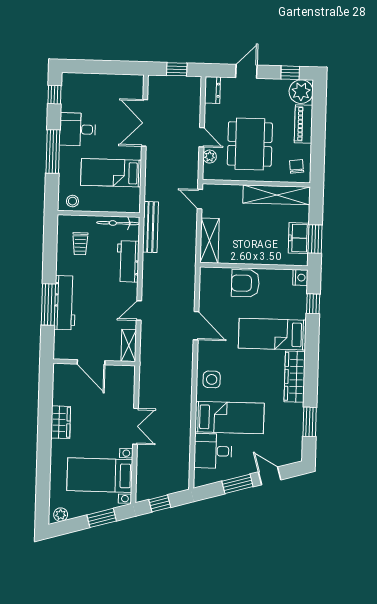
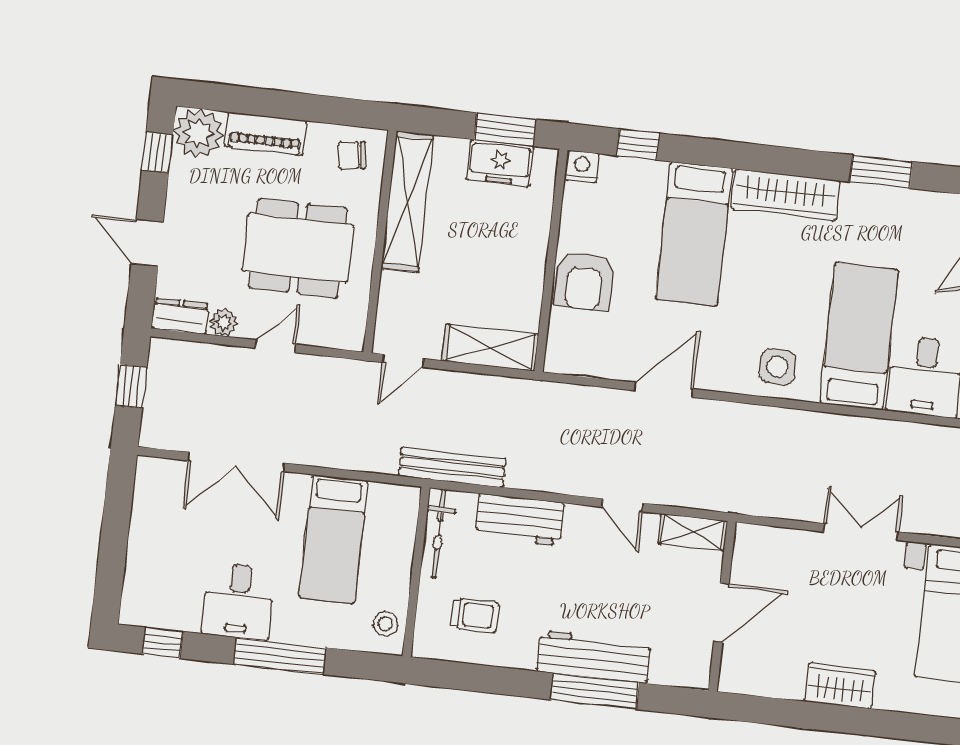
plant: (210, 157) -> (224, 323), moved

